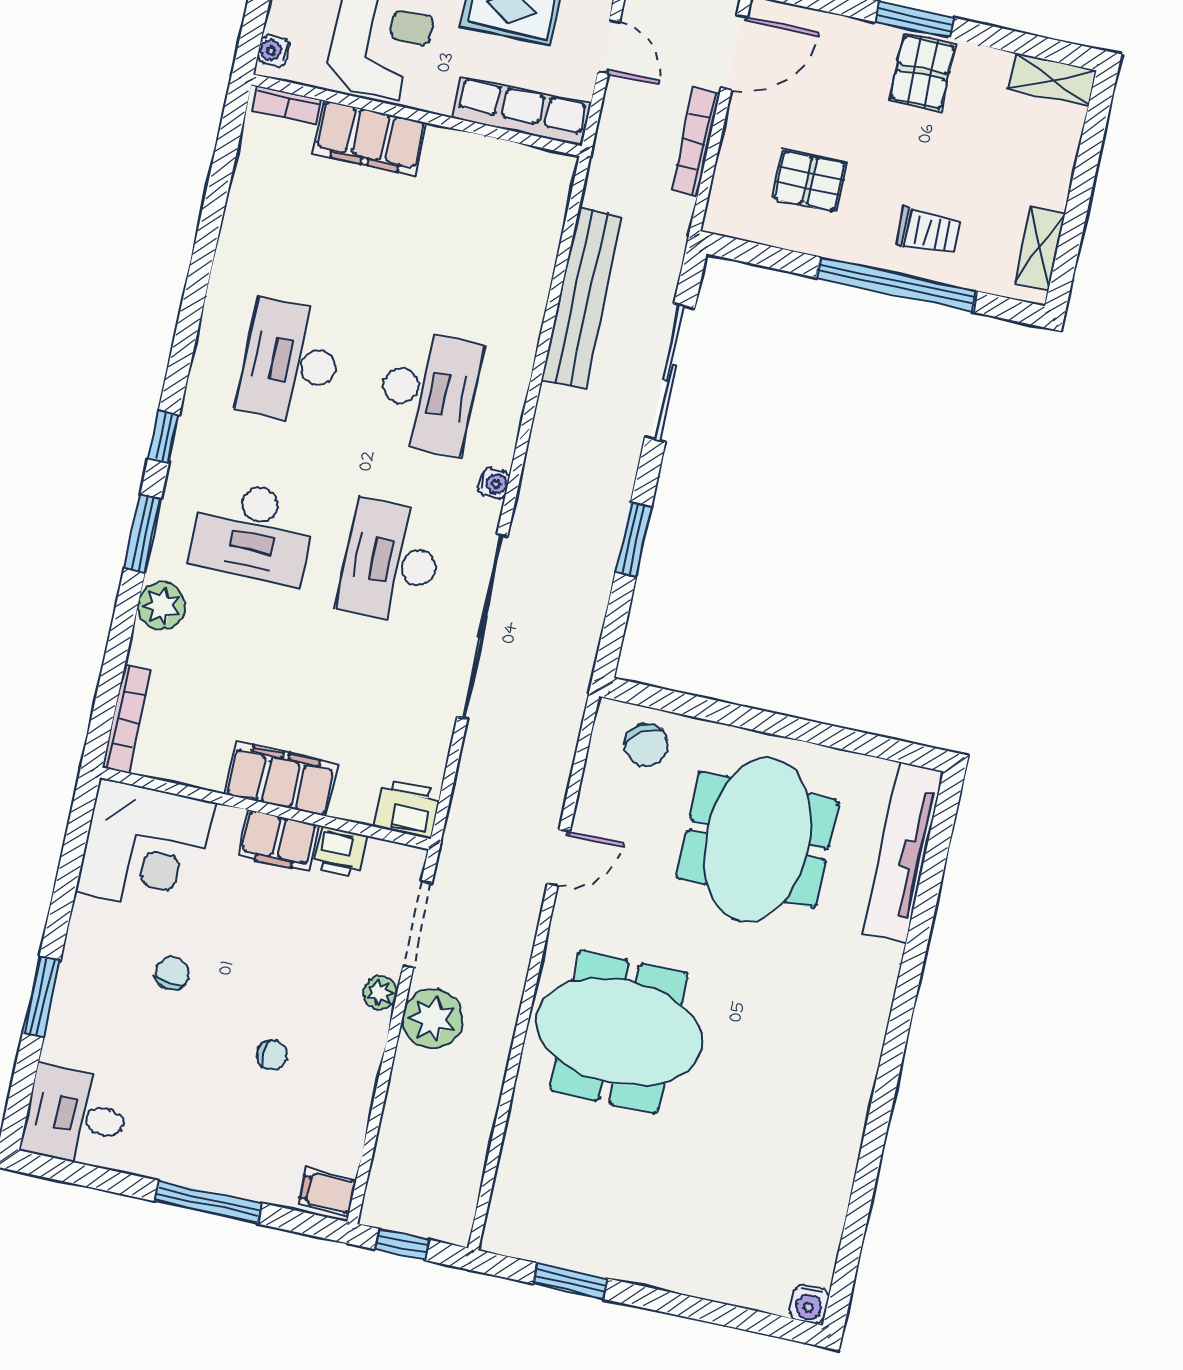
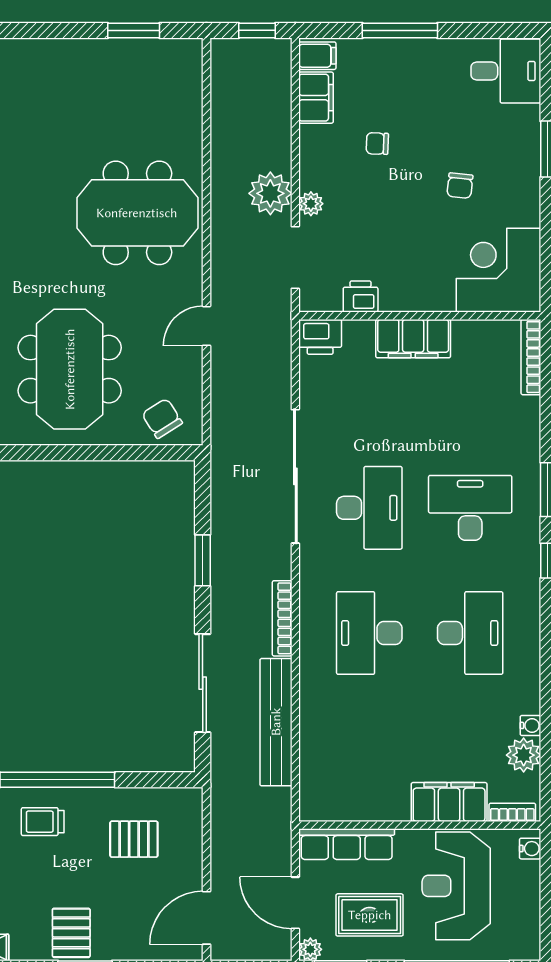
door: (609, 46) -> (295, 903), width x1.38
bookcase: (696, 142) -> (282, 618), moved, turned 180
water cooler: (494, 483) -> (530, 725), moved, turned 180
plant: (162, 606) -> (524, 755), moved
filing cabinet: (278, 840) -> (316, 98), moved, turned 90

